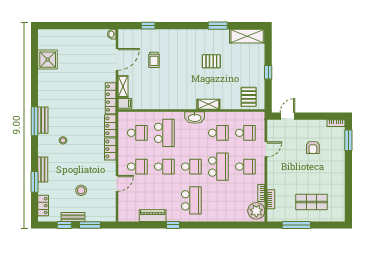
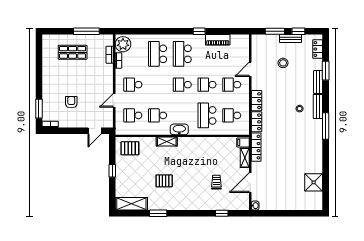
pallet: (249, 97) -> (130, 148), turned 90
bench: (43, 120) -> (318, 106), moved
school desk: (218, 167) -> (158, 54), moved

